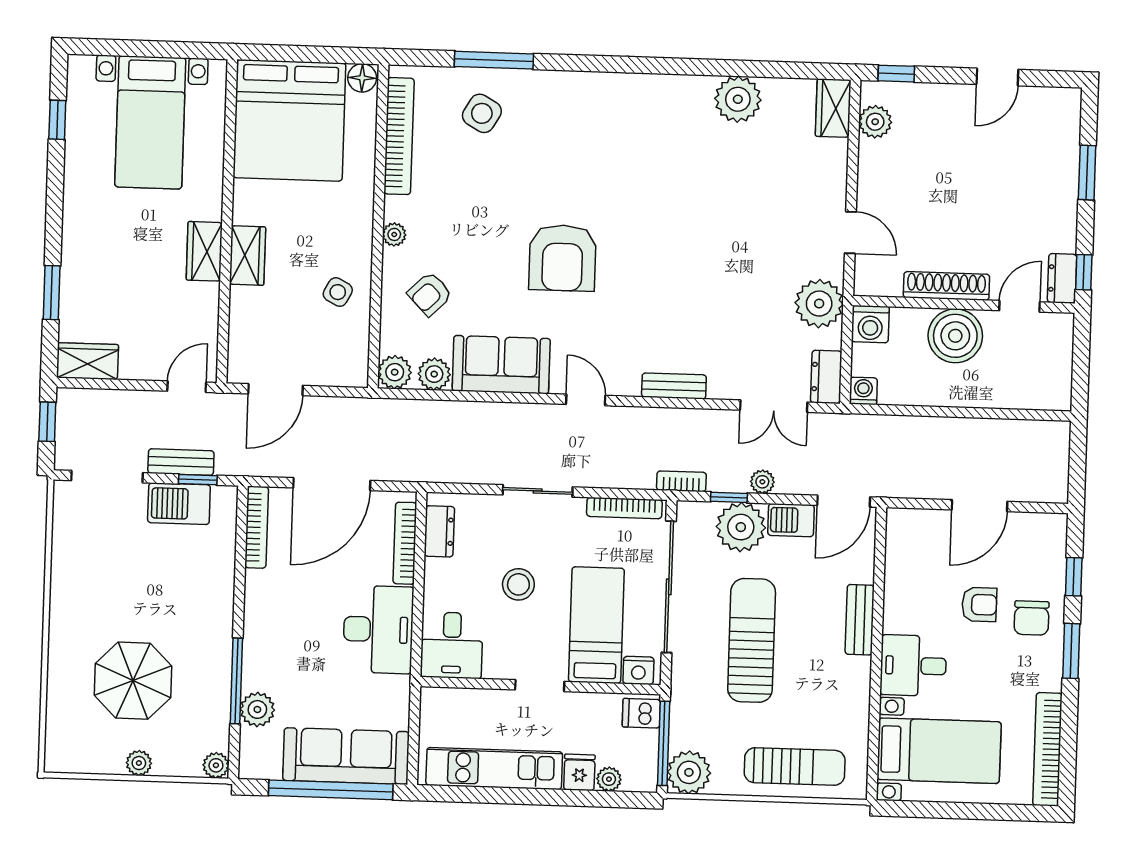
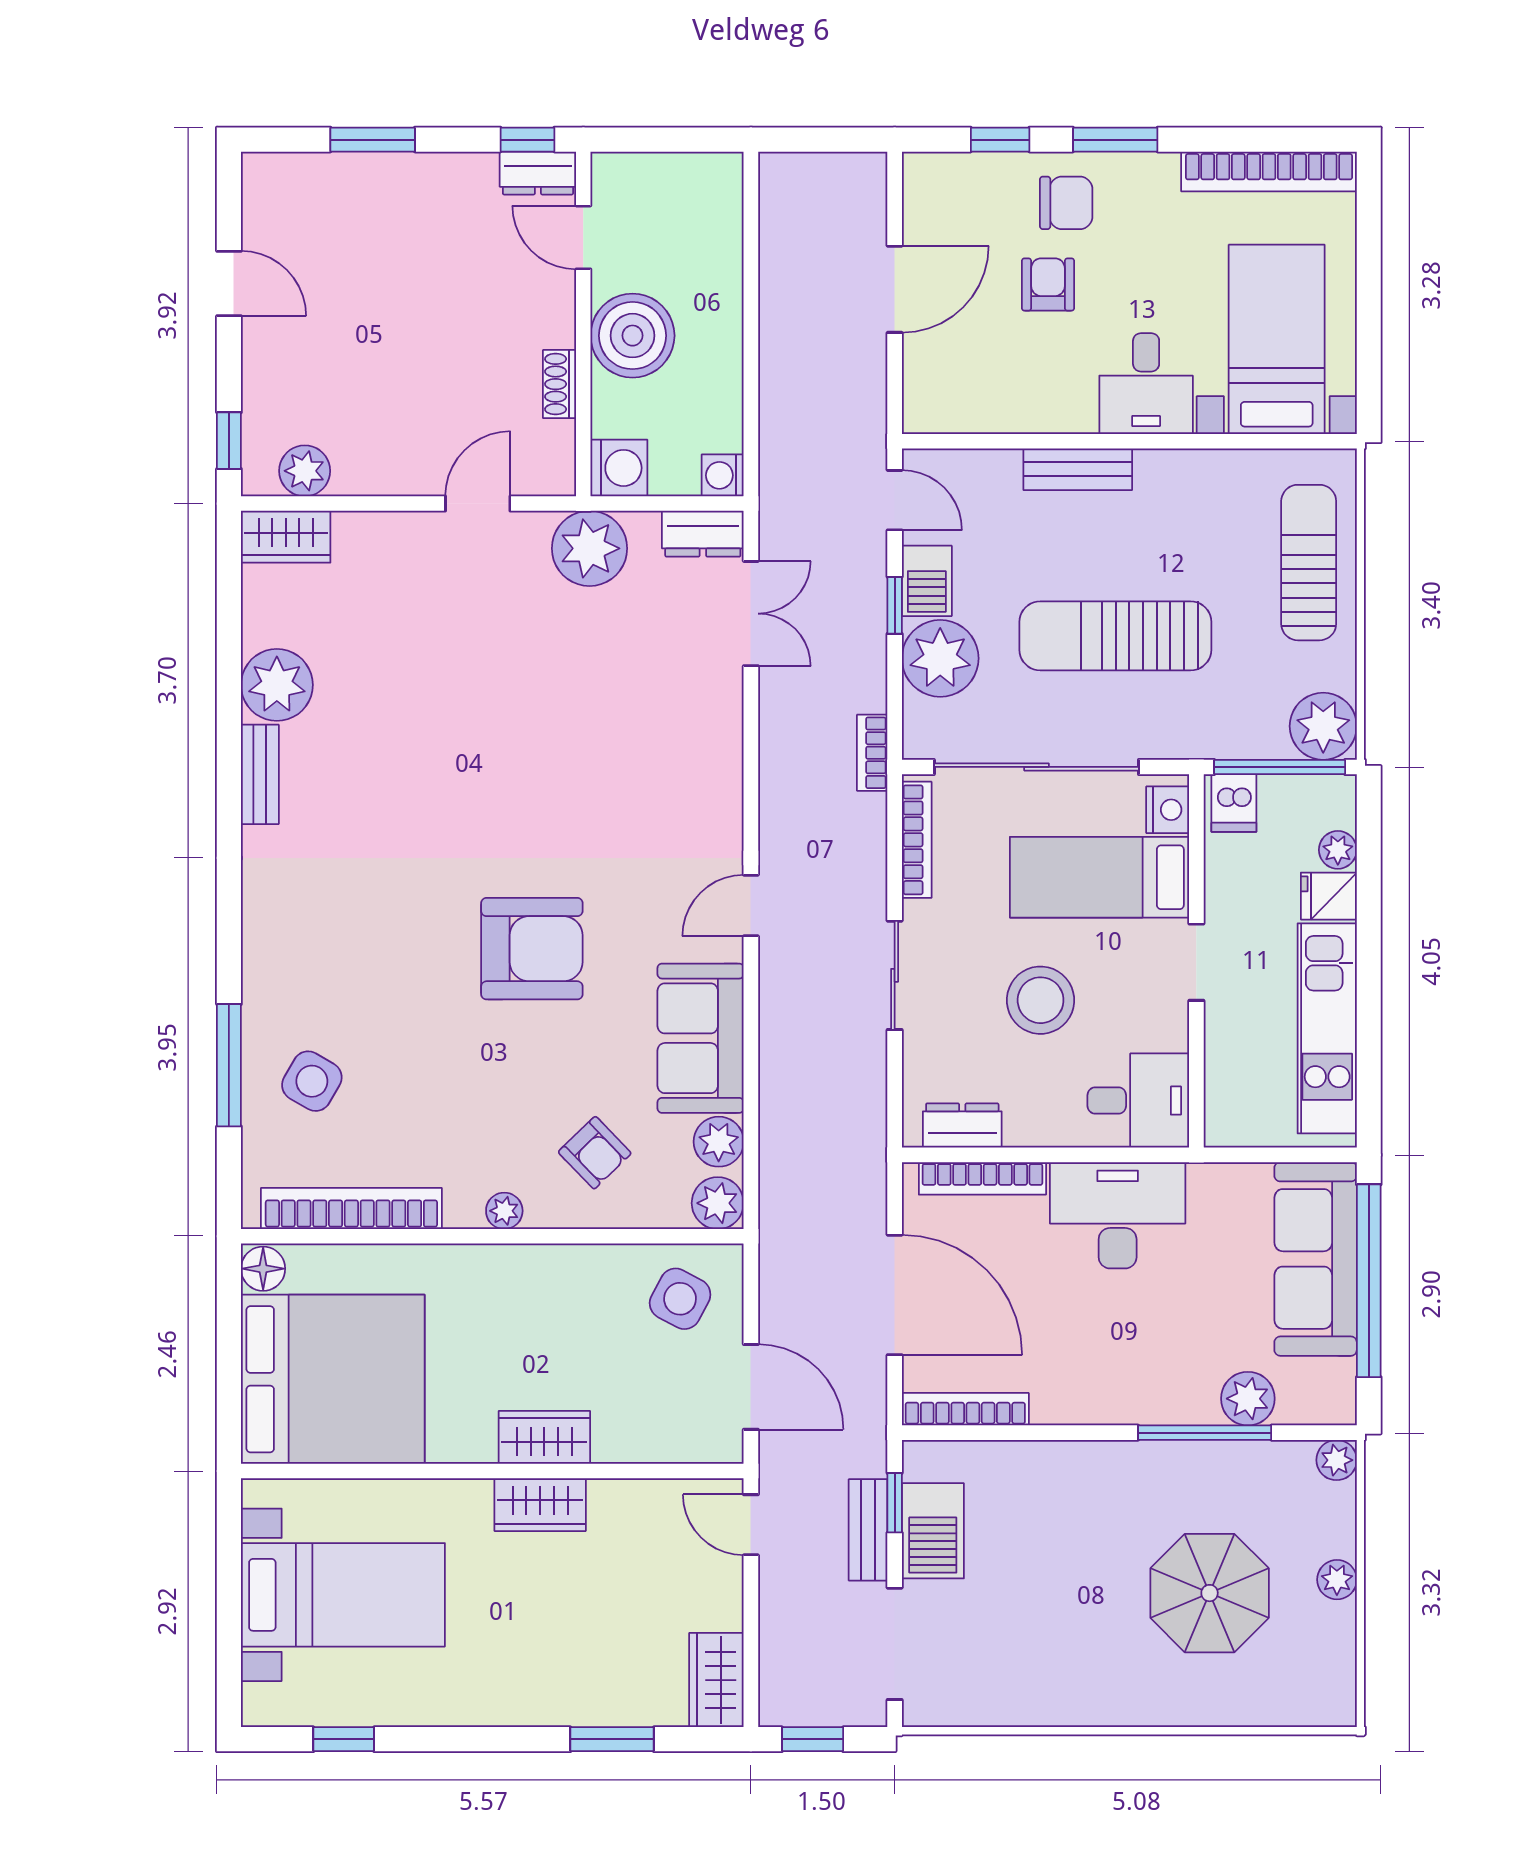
shoe rack: (946, 286) -> (560, 384), width x0.51, depth x0.81
side table: (338, 292) -> (680, 1299), moved, width x1.37, depth x1.37
bench: (674, 386) -> (260, 774), moved
plant: (762, 482) -> (869, 627), removed
window: (729, 497) -> (895, 605), moved
door: (844, 501) -> (895, 500), width x0.73
door: (979, 506) -> (895, 289), hinge flipped
stool: (518, 584) -> (1041, 1000), width x1.38, depth x1.38

